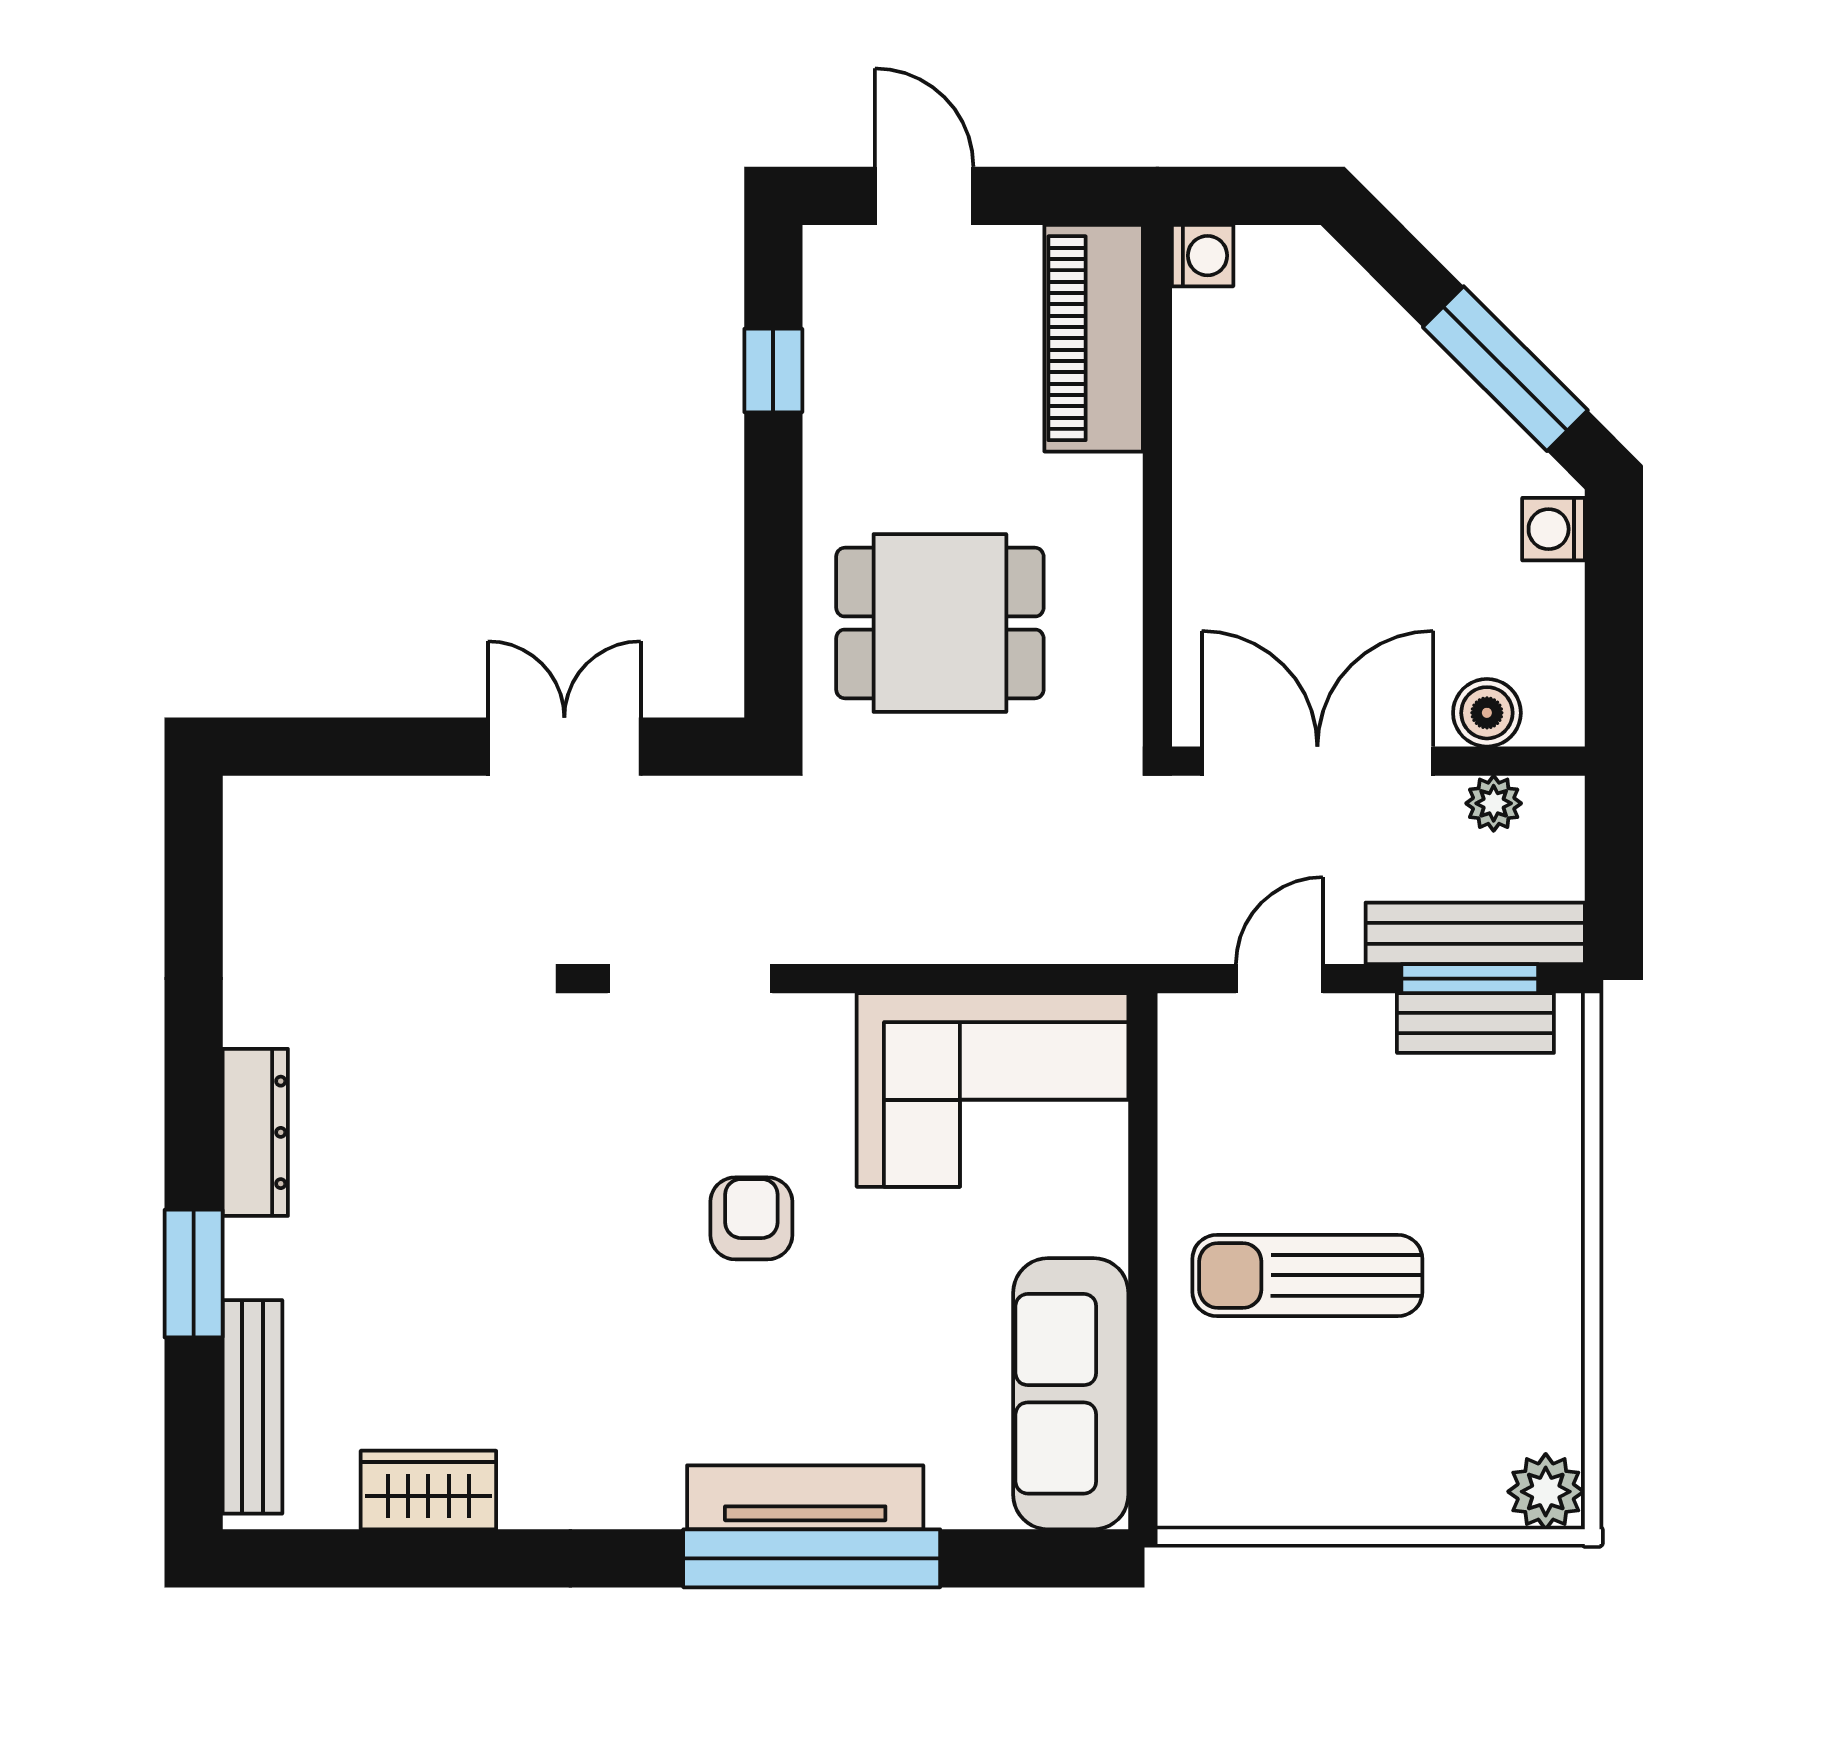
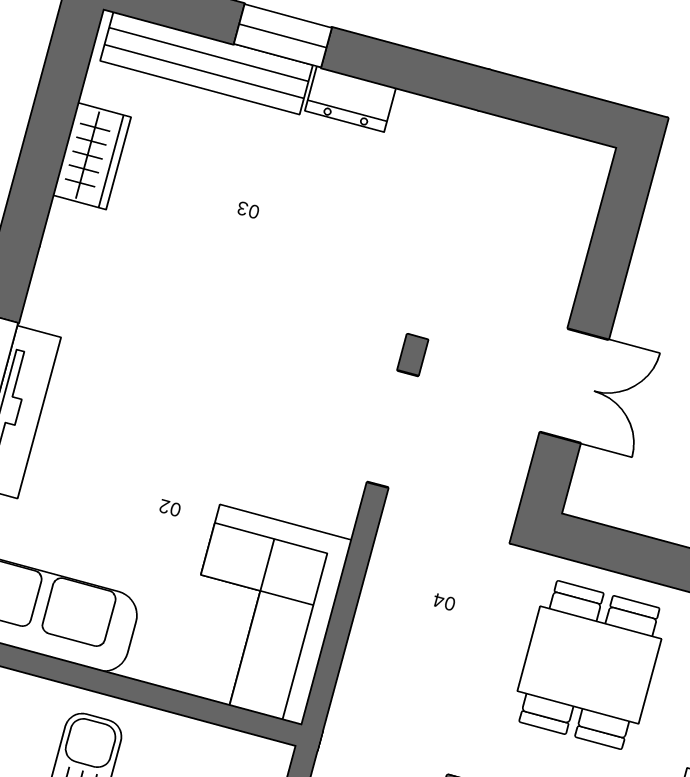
dresser: (255, 1132) -> (351, 99), width x0.70
armchair: (751, 1218) -> (218, 427), removed
bench: (252, 1407) -> (207, 63), width x1.37, depth x1.21

